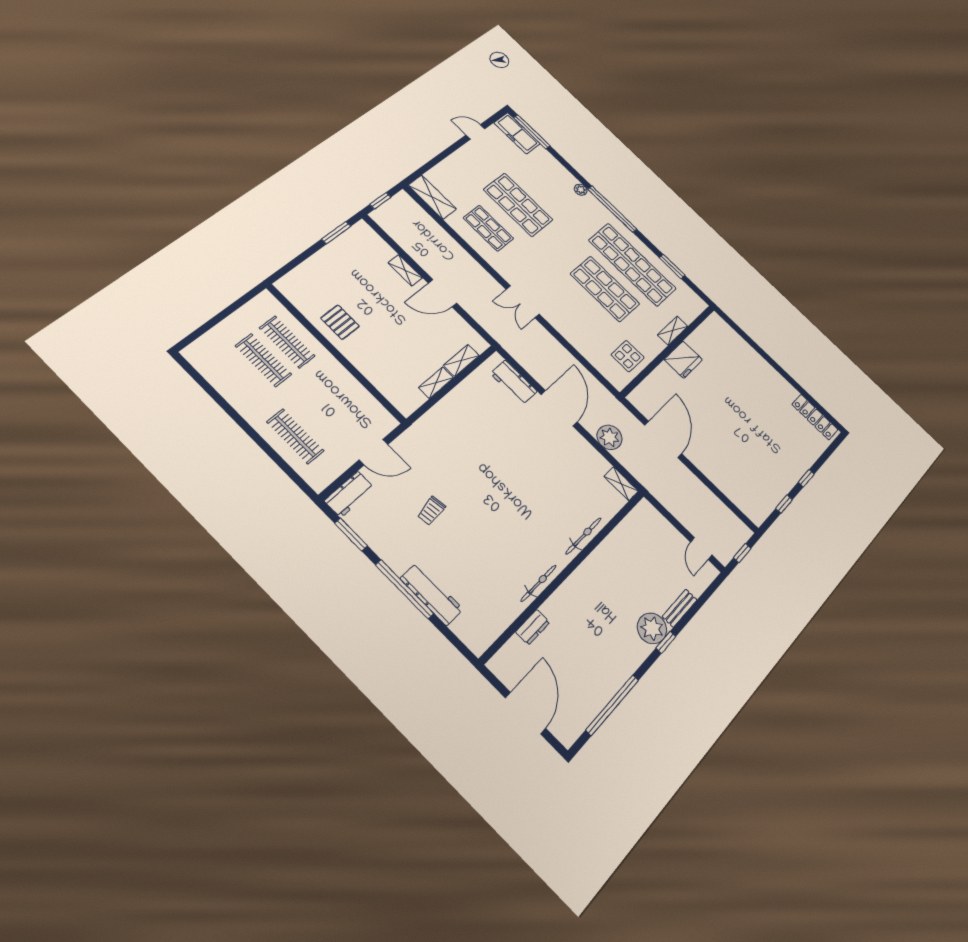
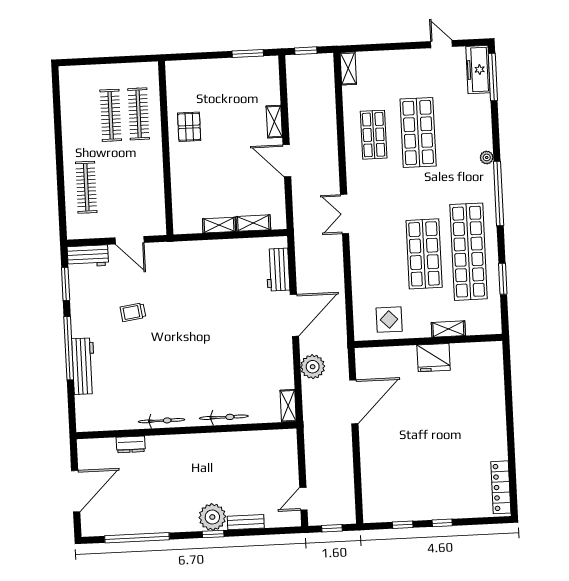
shelving: (432, 197) -> (348, 68), width x0.67, depth x0.75

